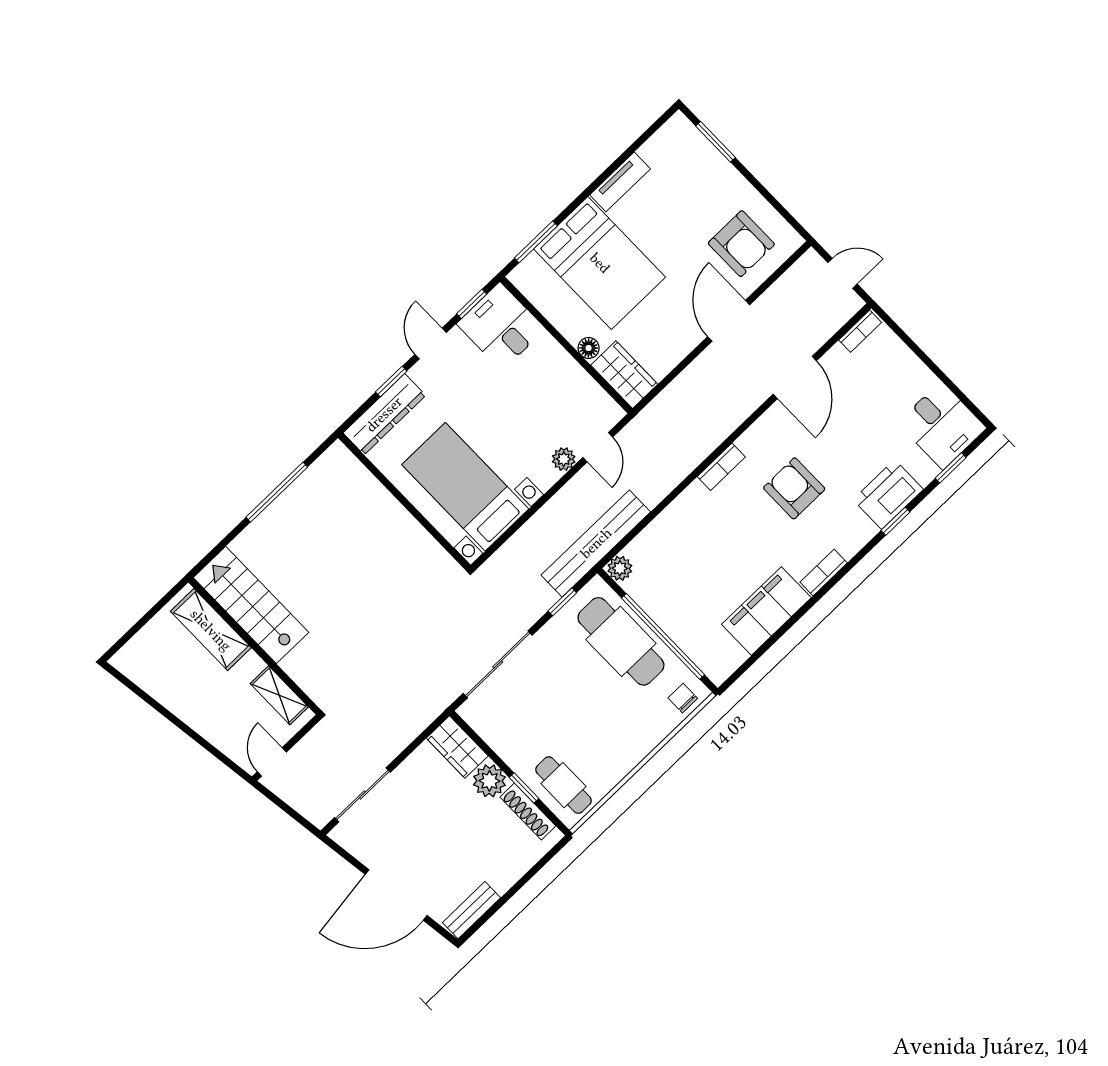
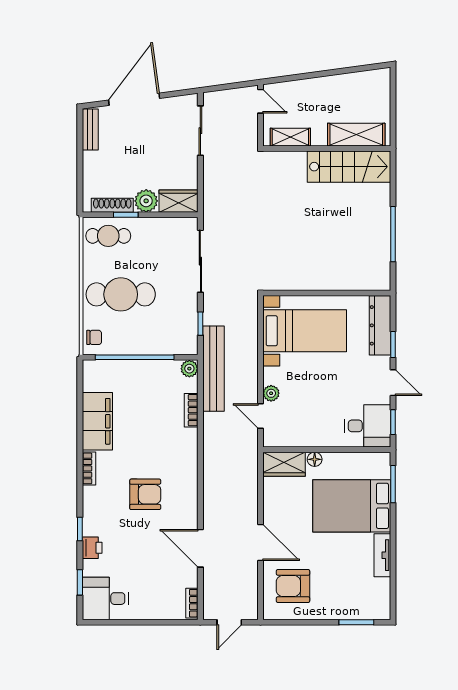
bookcase: (721, 467) -> (191, 410), moved
printer: (888, 494) -> (92, 548), width x0.53, depth x0.68
cafe table: (621, 641) -> (121, 294), moved

